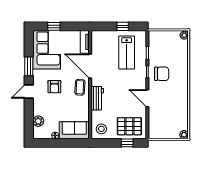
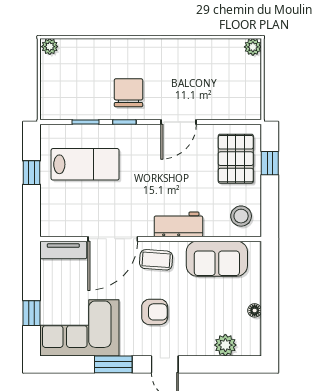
sofa: (74, 130) -> (217, 259), moved, turned -90

